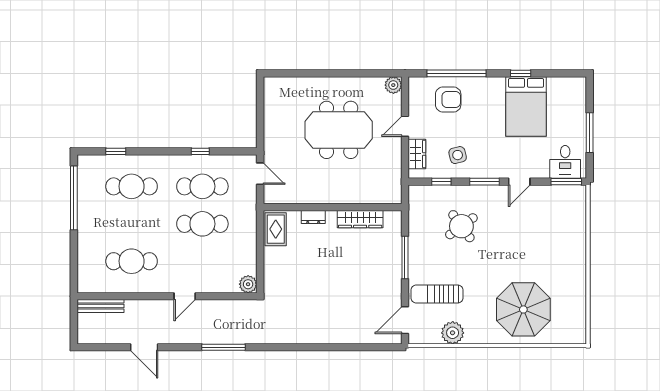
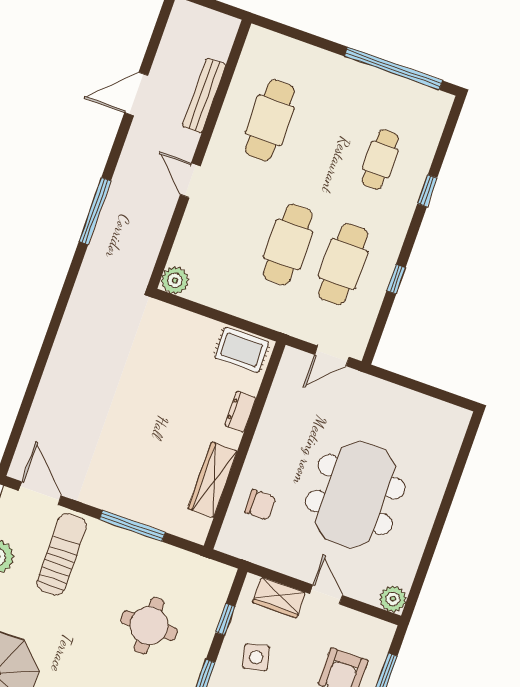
window: (116, 151) -> (427, 191), moved
chair: (365, 185) -> (260, 505), added
cafe table: (132, 186) -> (380, 159), width x0.73, depth x0.74
round table: (461, 226) -> (149, 626), turned 36
bench: (100, 306) -> (204, 96), moved

